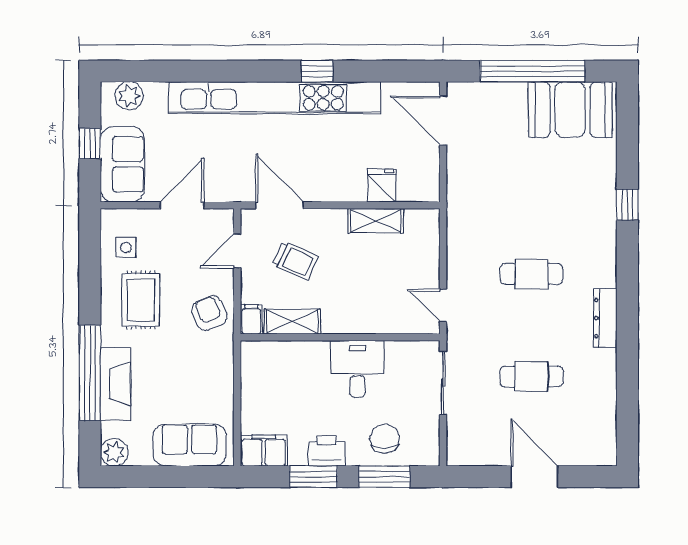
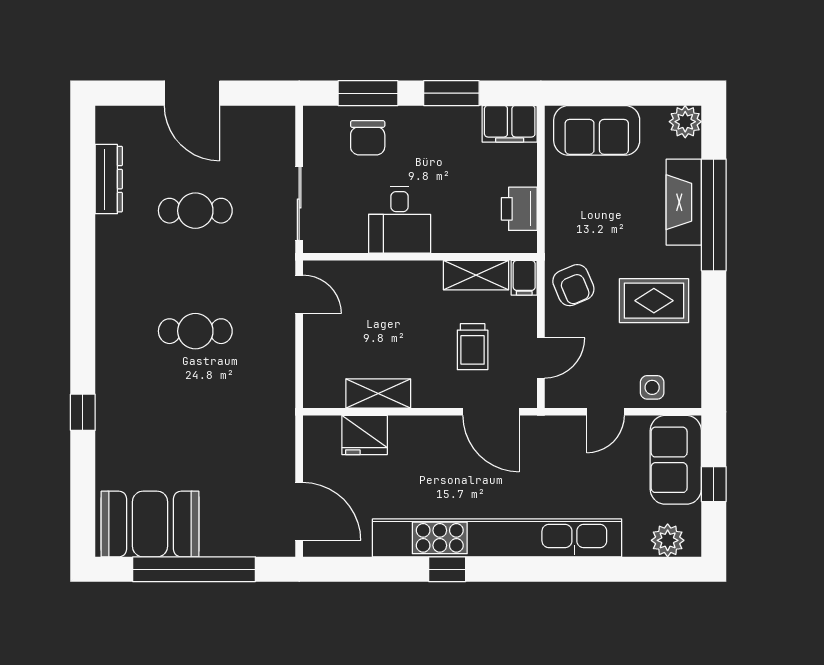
fridge: (382, 185) -> (365, 435), width x1.38
door: (182, 205) -> (606, 412), width x0.73
side table: (126, 247) -> (652, 387), moved
trolley: (295, 261) -> (473, 347), turned -114
rug: (141, 300) -> (654, 301), turned 90
dresser: (605, 318) -> (109, 179), moved
printer: (327, 451) -> (519, 209), moved, turned 90

